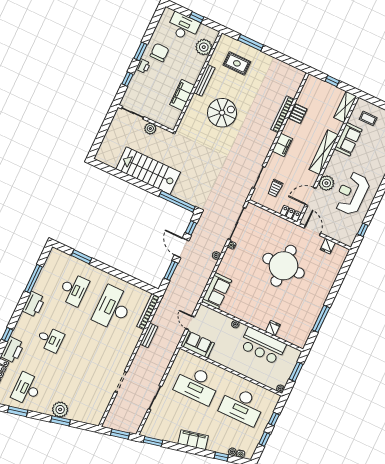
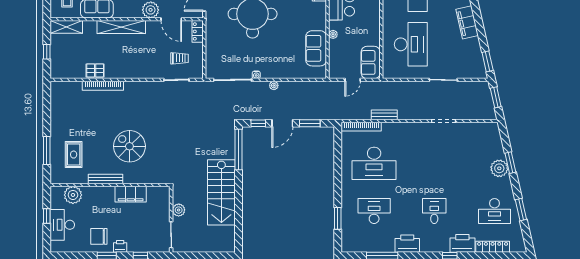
filing cabinet: (282, 145) -> (133, 71), removed
sofa: (217, 291) -> (316, 48), moved, turned -90

